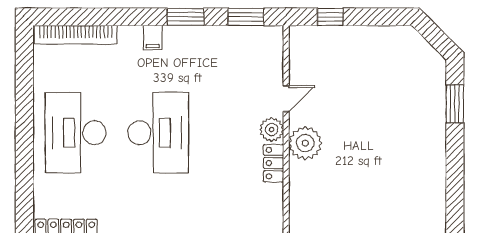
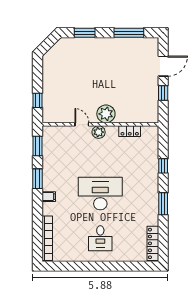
desk: (76, 133) -> (100, 238), width x0.53, depth x0.77
locker: (273, 163) -> (130, 131), moved
window: (455, 185) -> (129, 33), added

